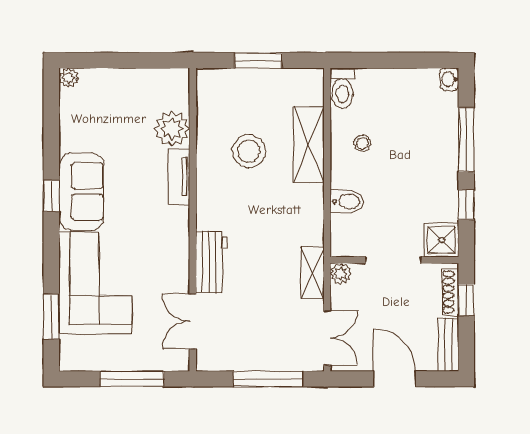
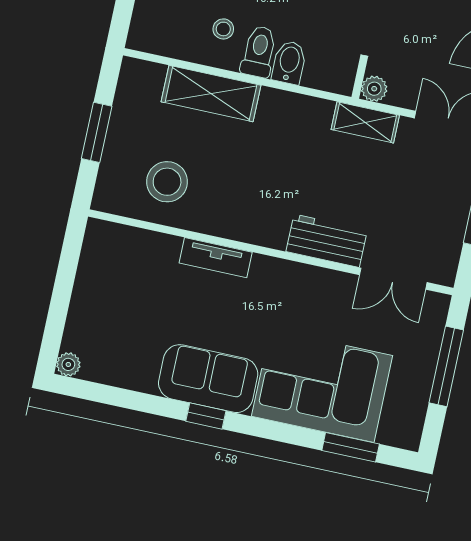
toilet: (343, 88) -> (259, 52), moved, turned -90
plant: (172, 129) -> (156, 254), removed
stool: (249, 151) -> (167, 182), moved

